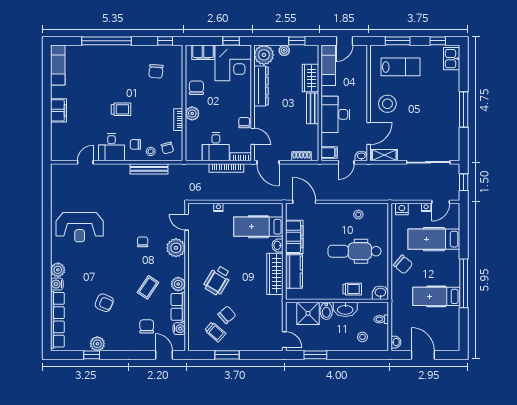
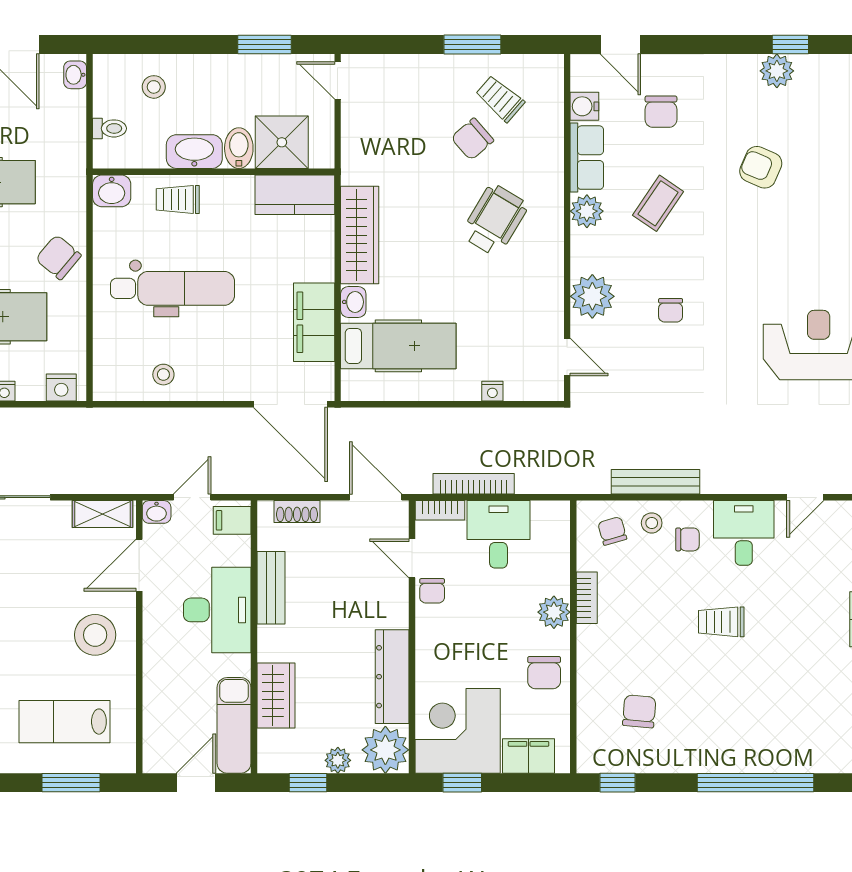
bench: (313, 108) -> (271, 588), moved
door: (304, 202) -> (290, 404), width x1.36
kitchen counter: (294, 271) -> (295, 195), moved, turned -90

